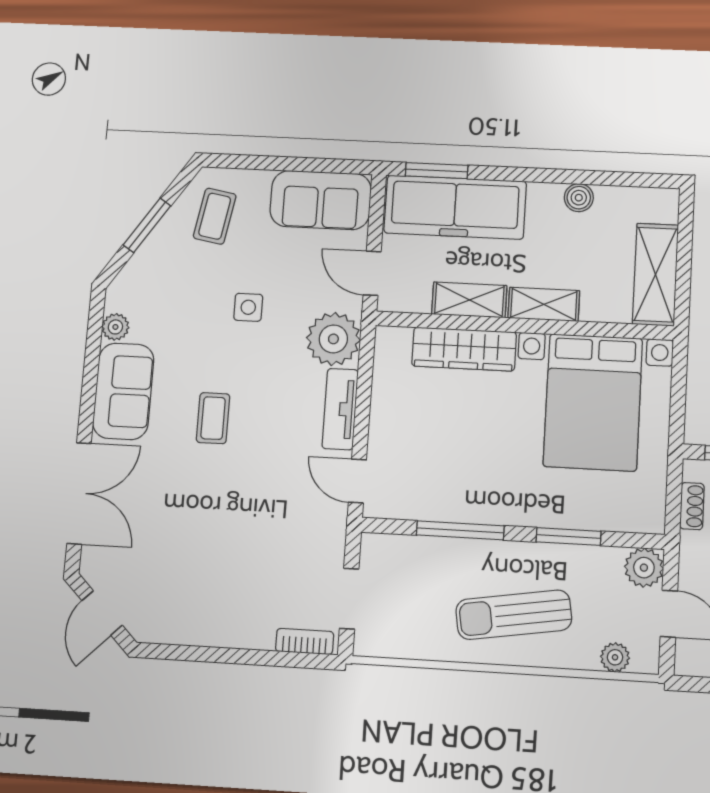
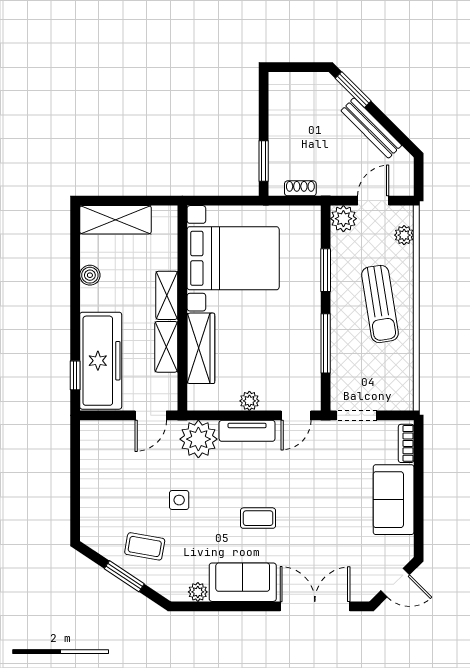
window: (437, 171) -> (75, 375), width x0.67
sofa: (321, 200) -> (394, 500), moved, turned 180
coffee table: (215, 216) -> (145, 546), moved
shelving: (655, 275) -> (116, 220), moved
plant: (383, 415) -> (249, 401), added
doorway: (349, 599) -> (356, 415), moved

